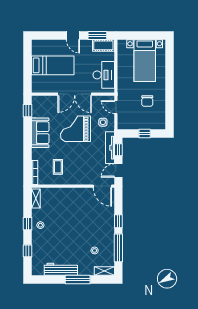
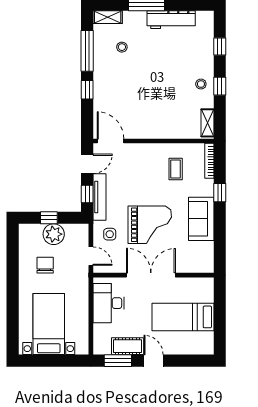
cot: (103, 45) -> (128, 346), moved
window: (27, 111) -> (220, 193), moved
plant: (141, 122) -> (54, 234), added

